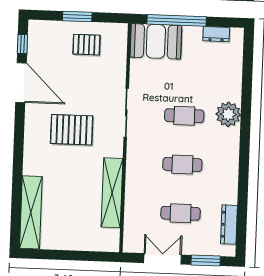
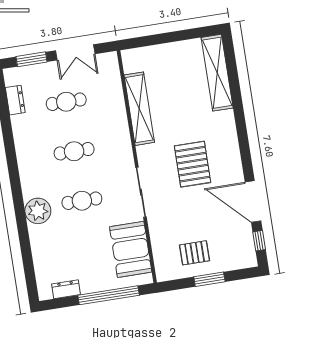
booth: (156, 41) -> (131, 249), moved, turned 90
pallet: (72, 130) -> (193, 164), turned 90
dresser: (229, 225) -> (15, 100), width x0.70

